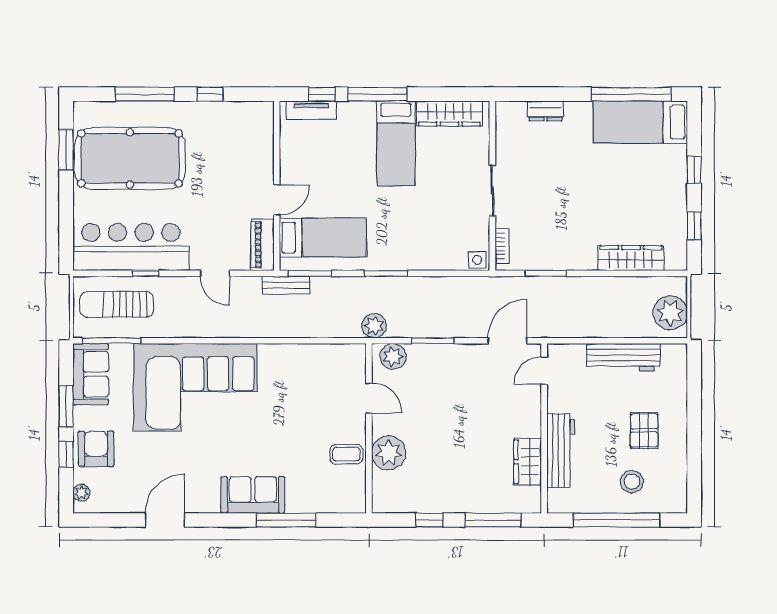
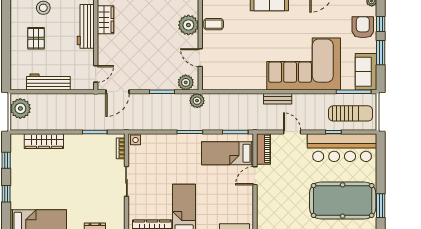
bench: (286, 285) -> (278, 99), moved
armchair: (96, 449) -> (363, 27), turned 180

